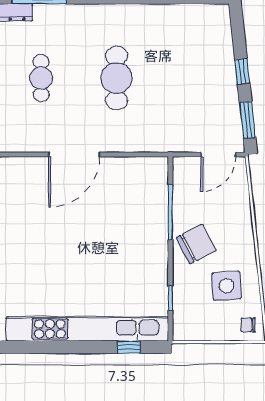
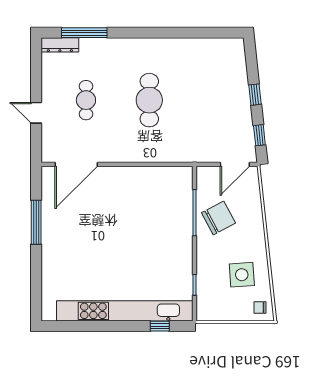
window: (248, 120) -> (259, 135), width x0.67
door: (74, 155) -> (76, 164), moved
chair: (196, 244) -> (219, 218), moved

